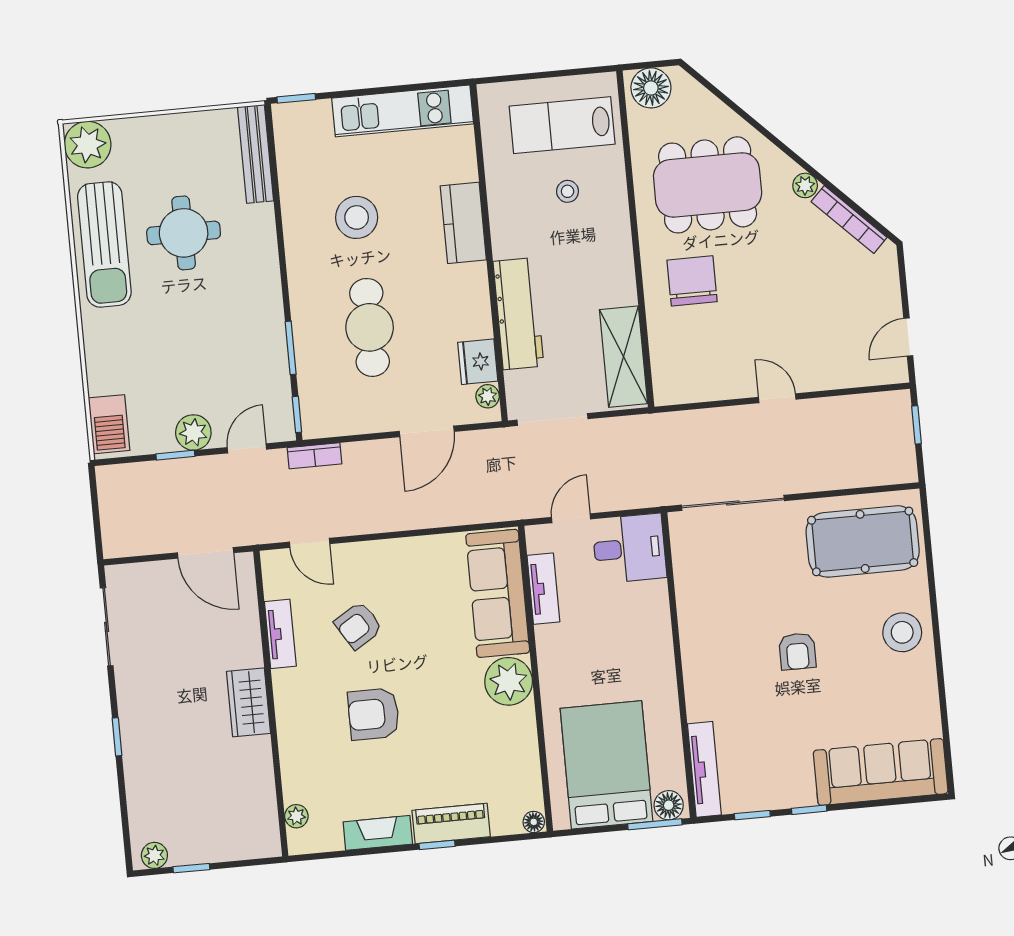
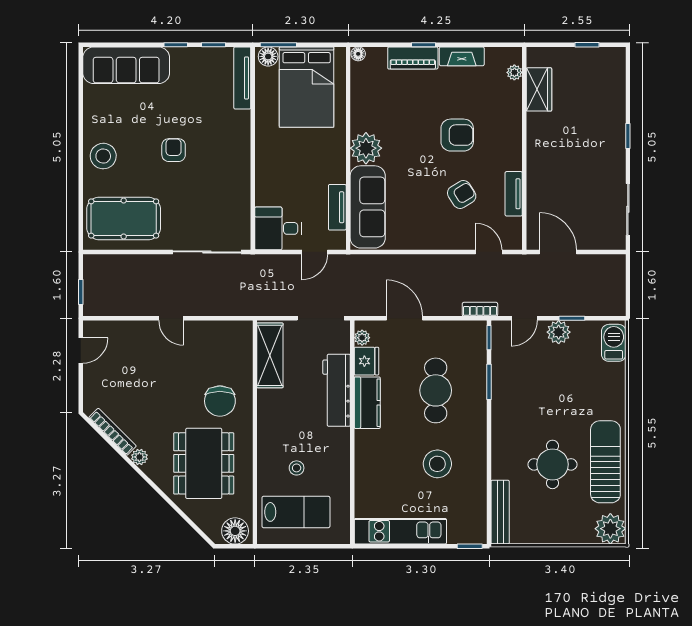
dining table: (708, 185) -> (204, 463), turned 90
kitchen counter: (463, 223) -> (367, 403), moved
door: (427, 431) -> (404, 318), hinge flipped
wardrobe: (248, 702) -> (539, 89), moved
plant: (154, 855) -> (611, 55), removed

